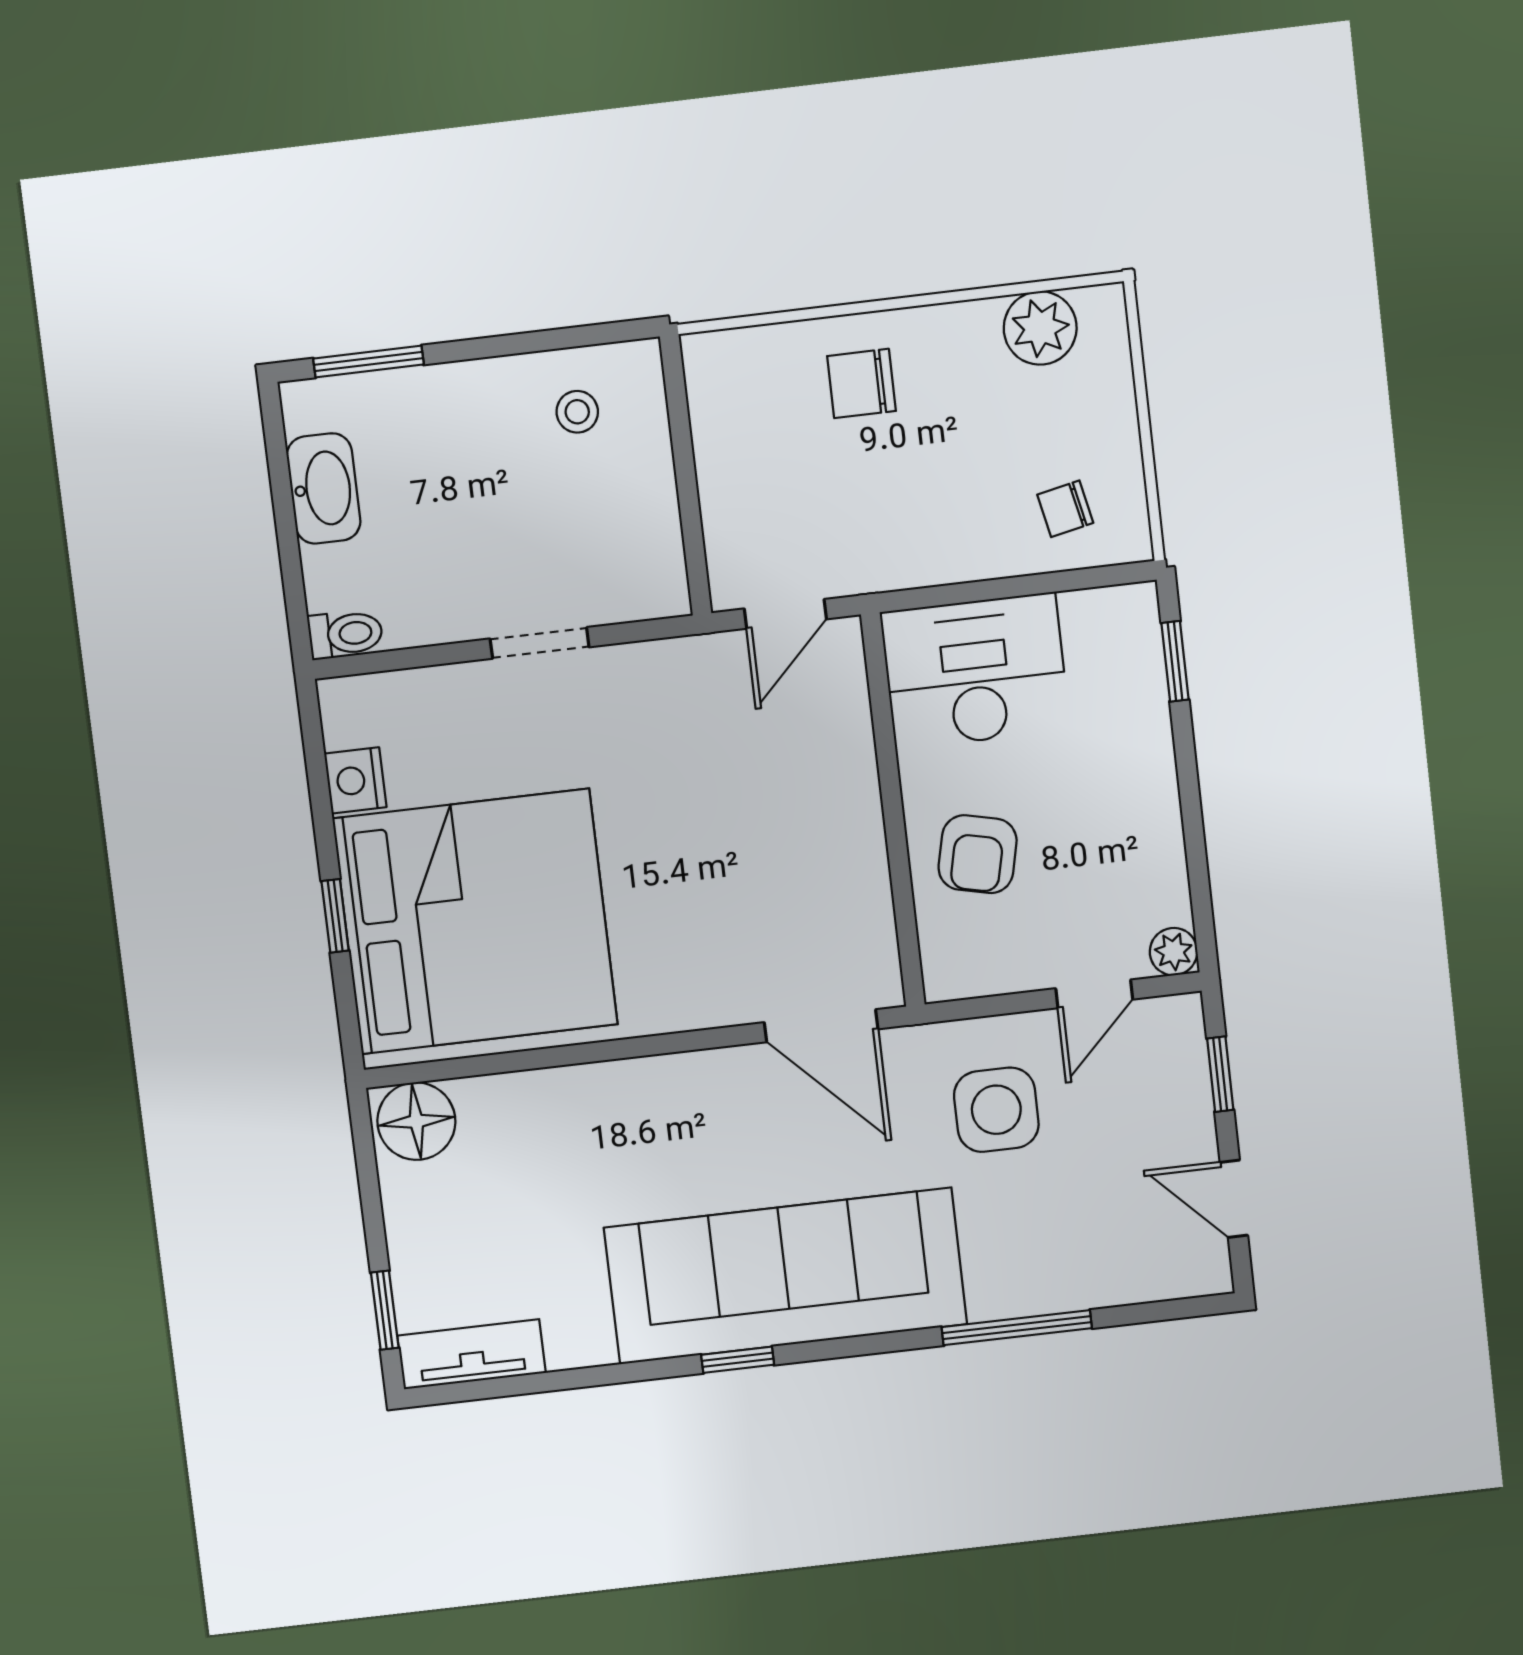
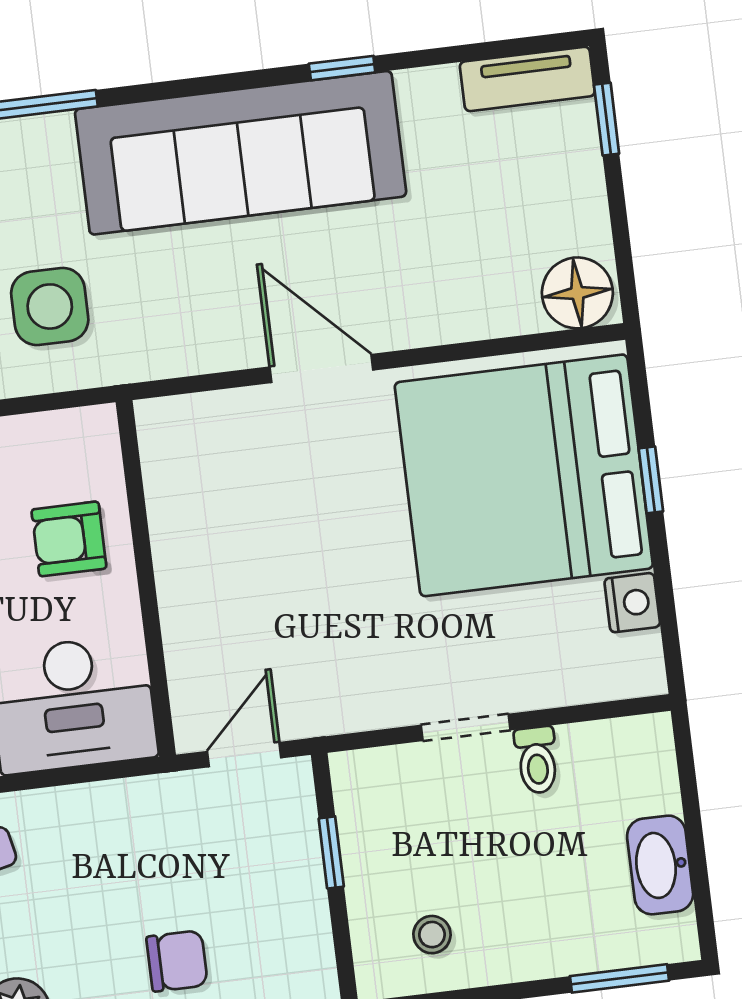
window: (689, 504) -> (331, 852), added
toilet: (345, 634) -> (537, 760), moved, turned -90
armchair: (978, 854) -> (69, 539), turned -103
door: (821, 1026) -> (321, 369), moved
window: (738, 1360) -> (342, 68), moved

